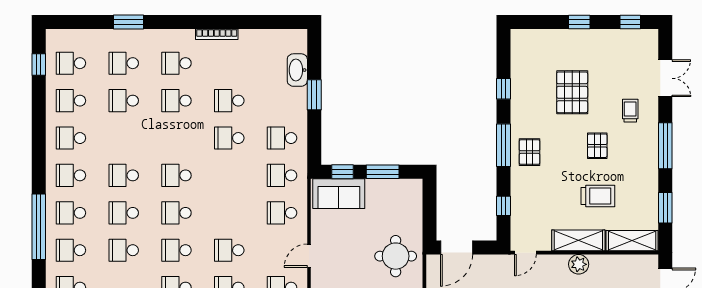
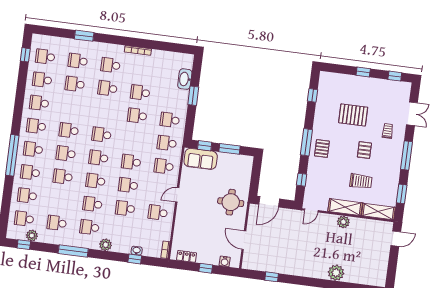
window: (504, 89) -> (313, 95), moved
pallet: (572, 92) -> (353, 115), turned 90
school desk: (229, 213) -> (131, 162), added

